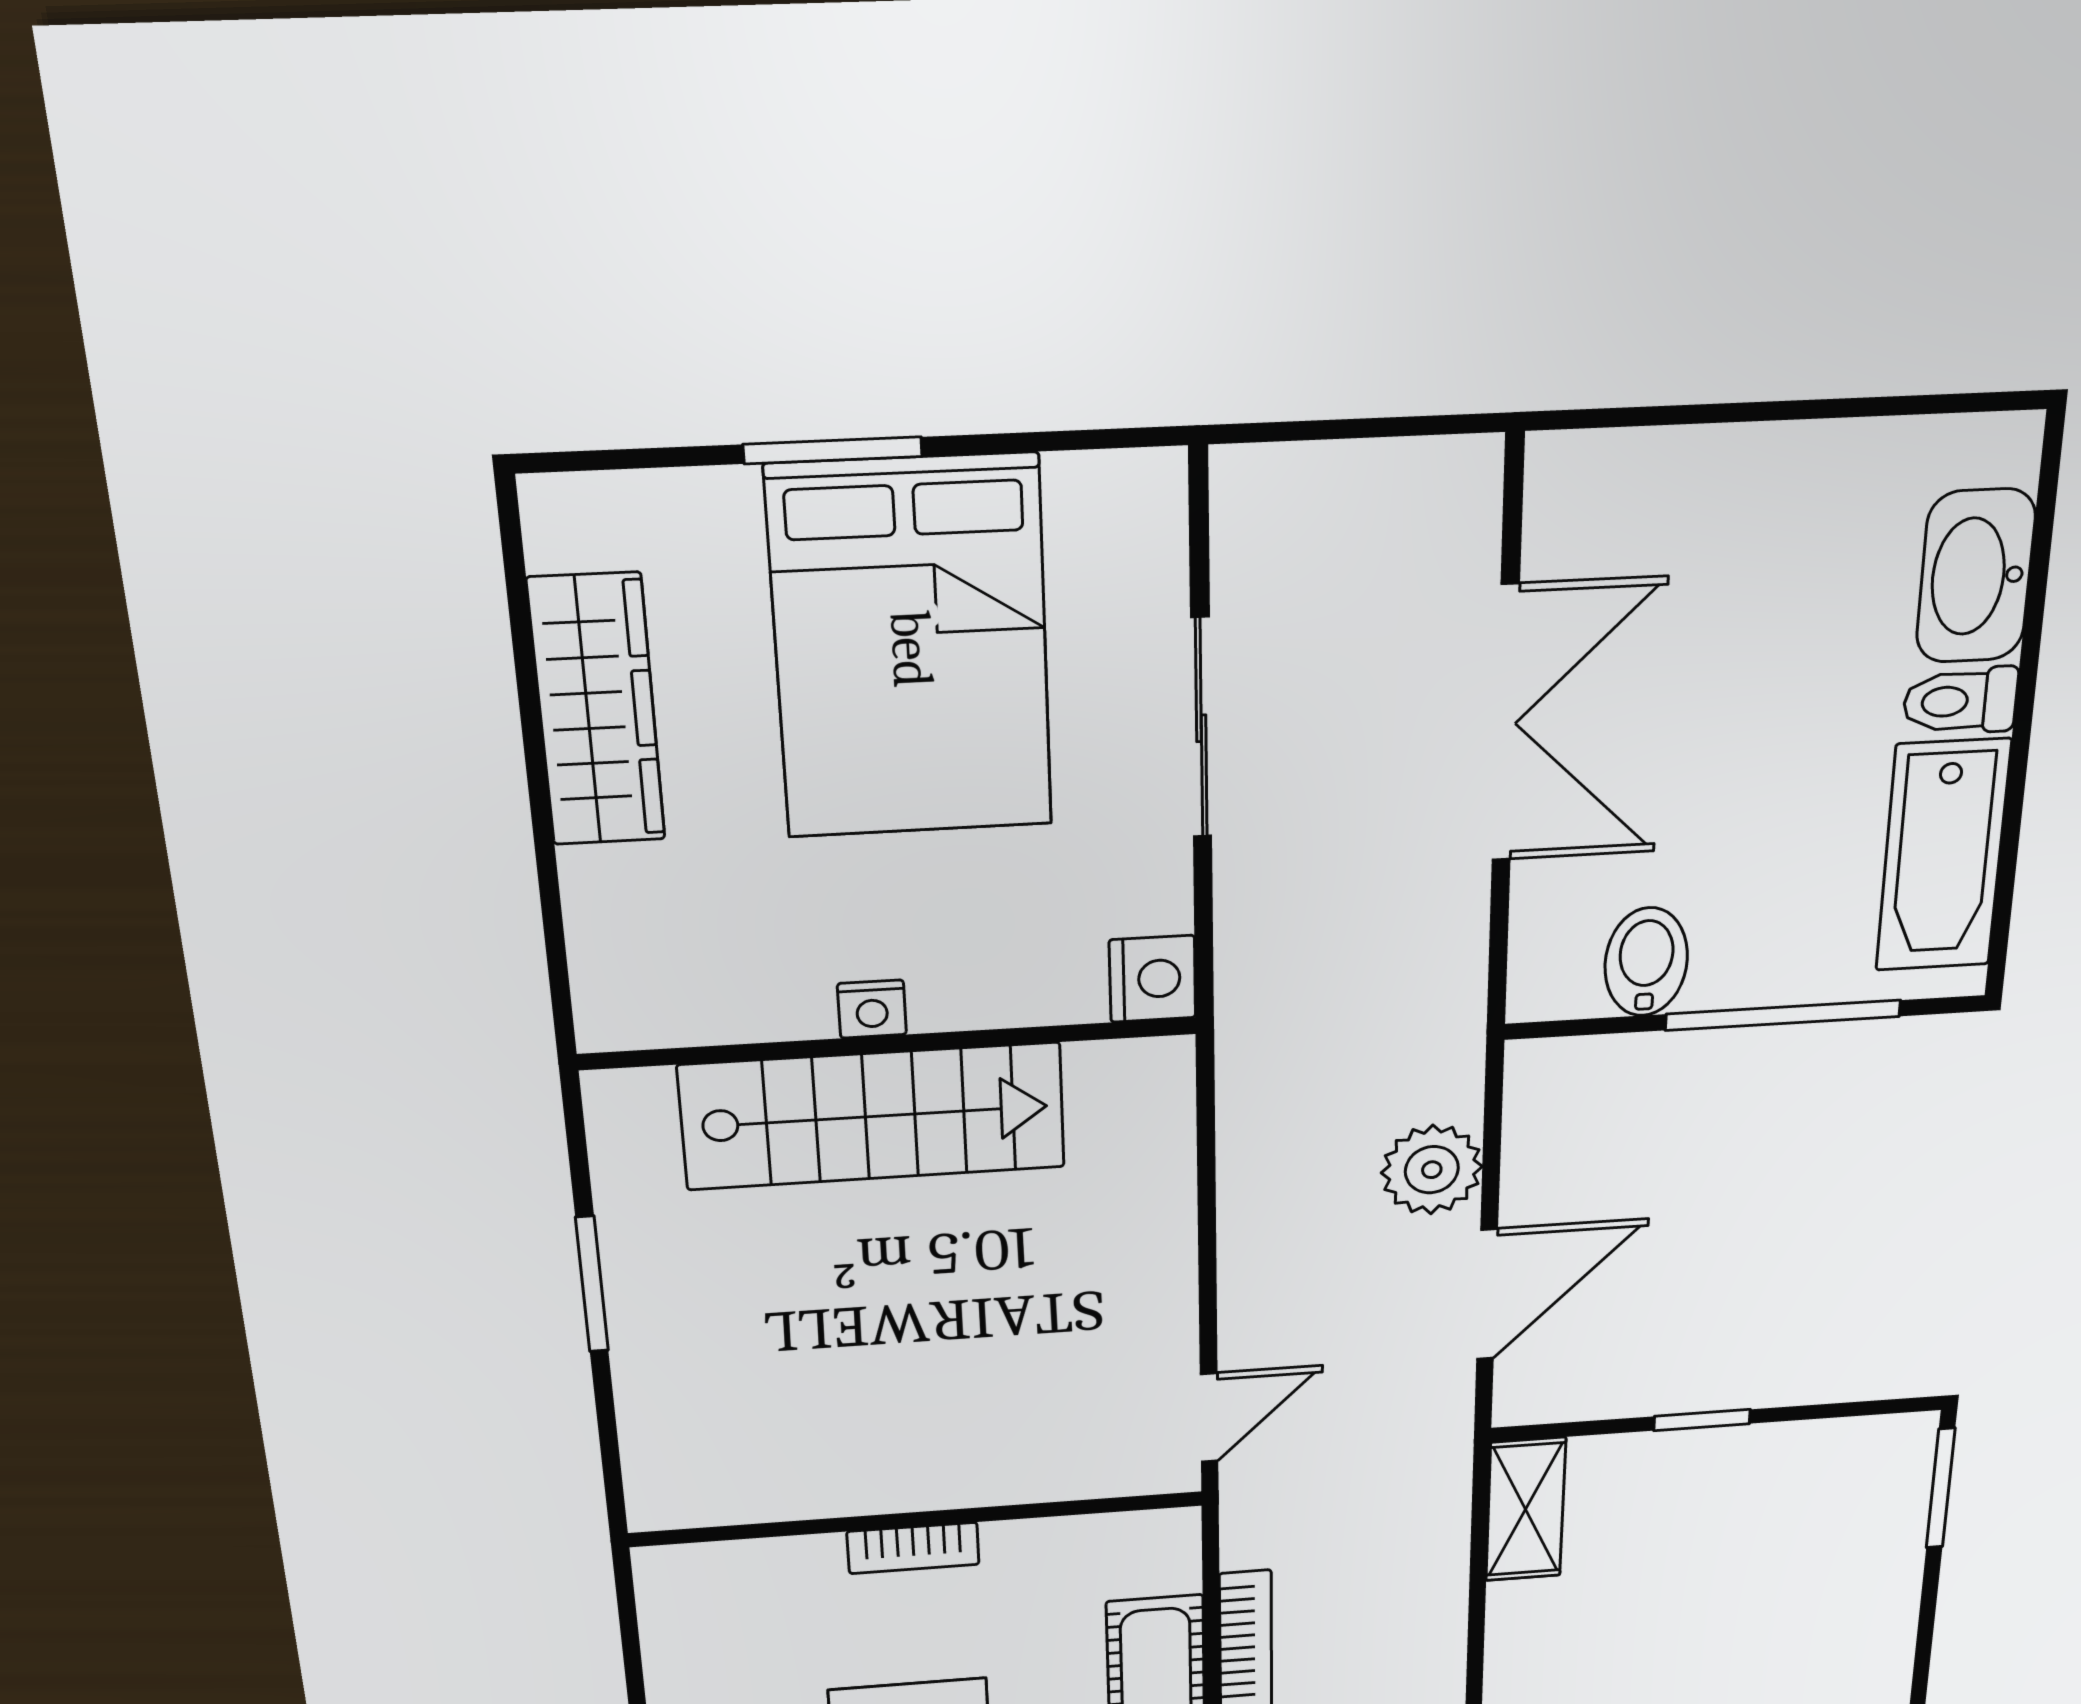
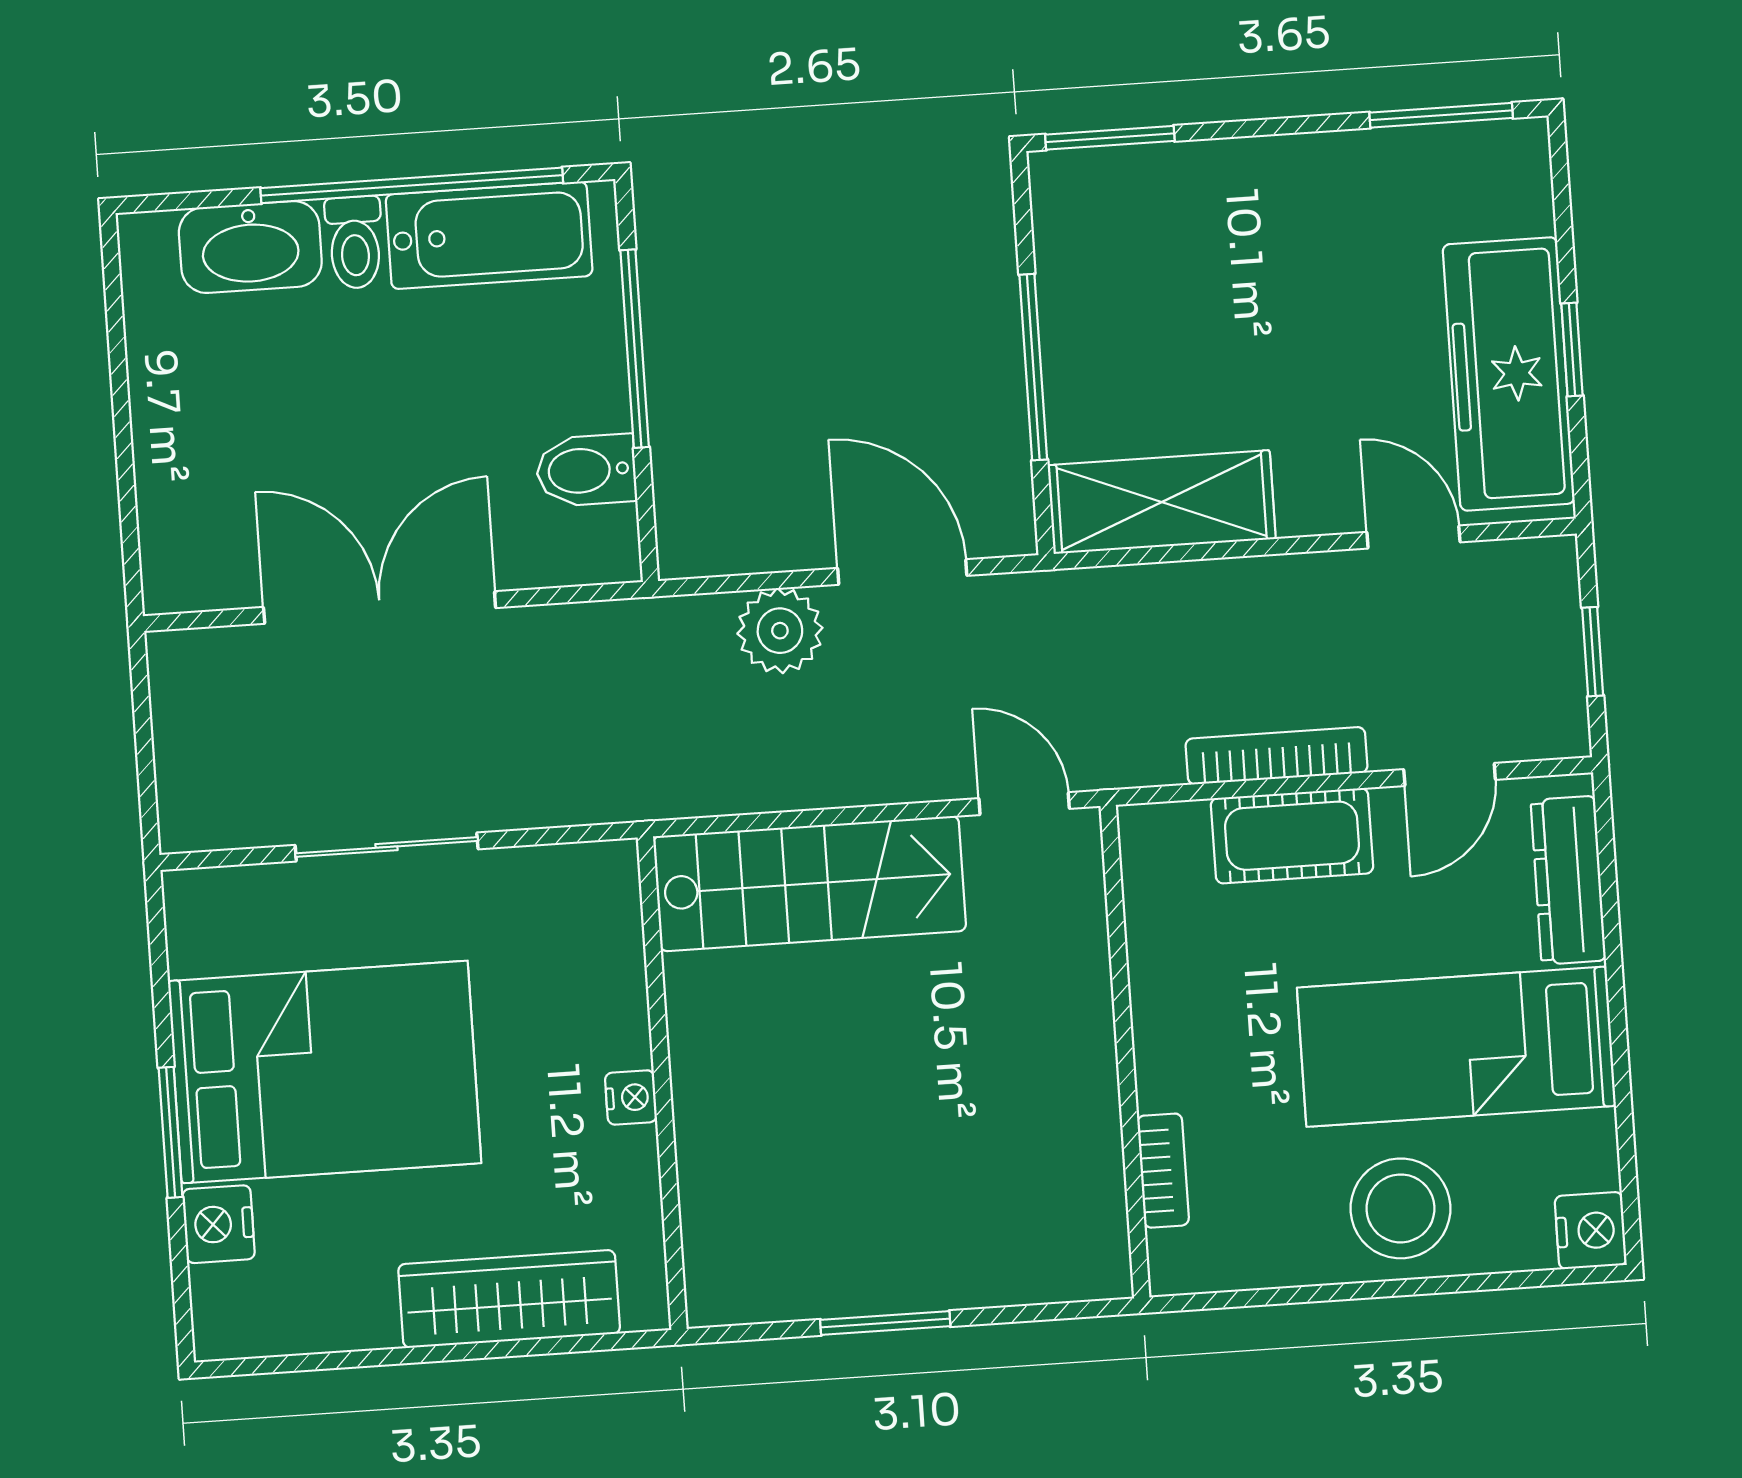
wardrobe: (597, 710) -> (509, 1299), moved
window: (2018, 768) -> (412, 185), added
nightstand: (1152, 979) -> (219, 1224), moved, turned -90
stairs: (873, 1116) -> (810, 884), moved, turned 90
window: (1702, 1420) -> (1033, 367), width x2.17
shelving: (1526, 1509) -> (1162, 502), width x1.50, depth x1.33
bookcase: (913, 1548) -> (1163, 1171), moved

